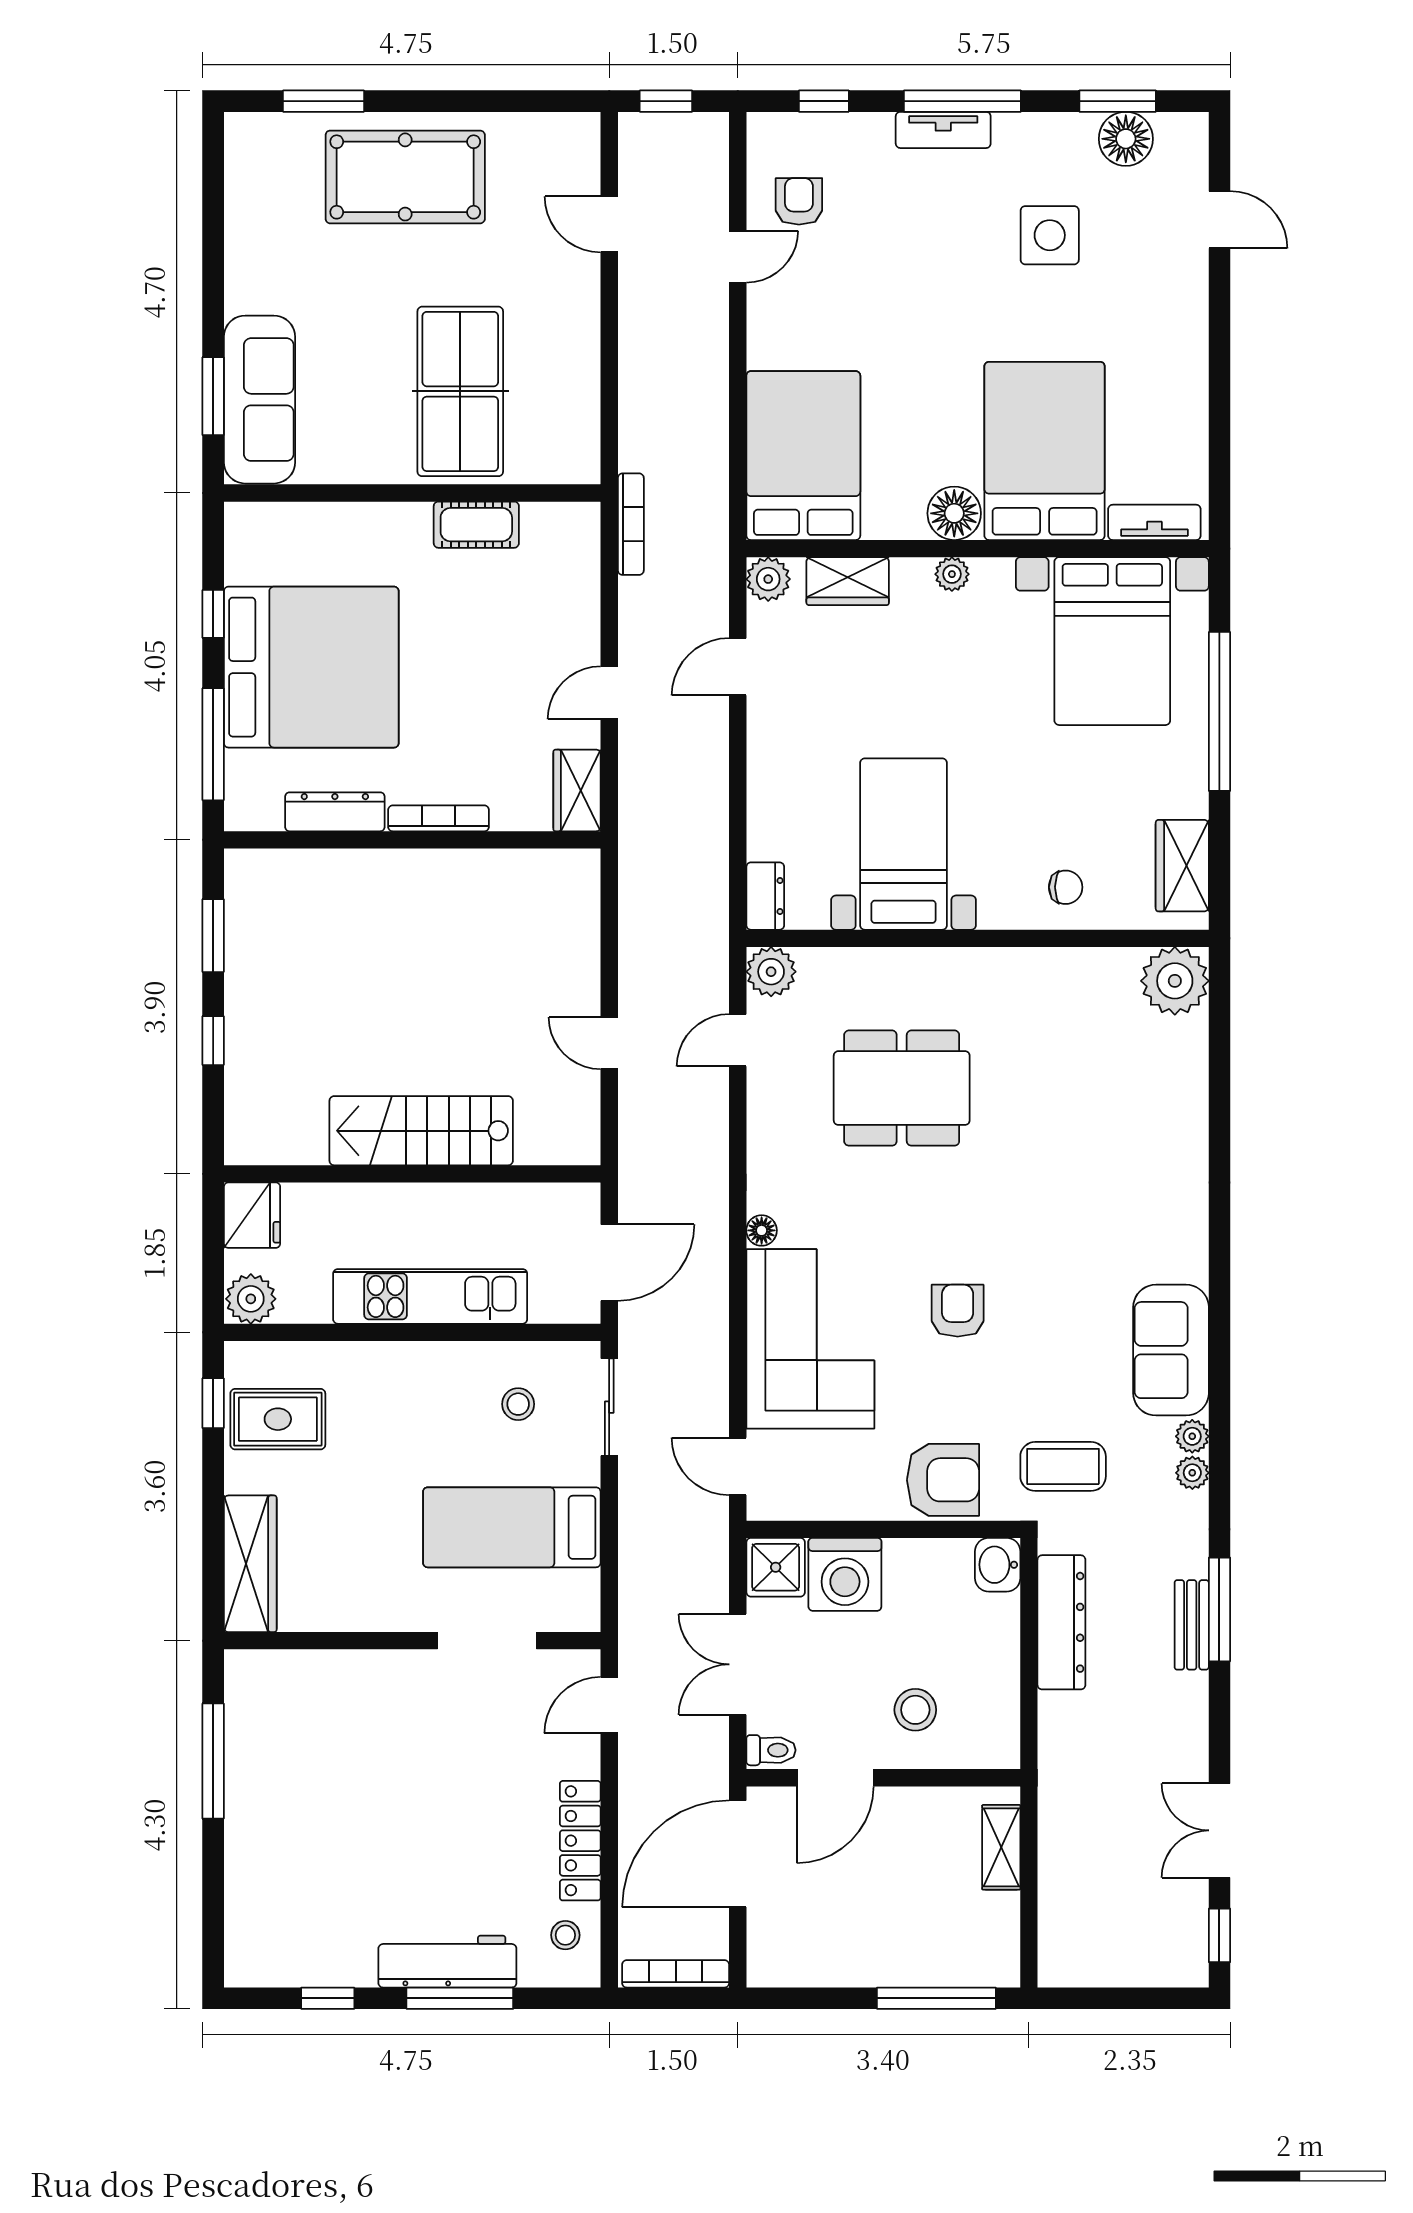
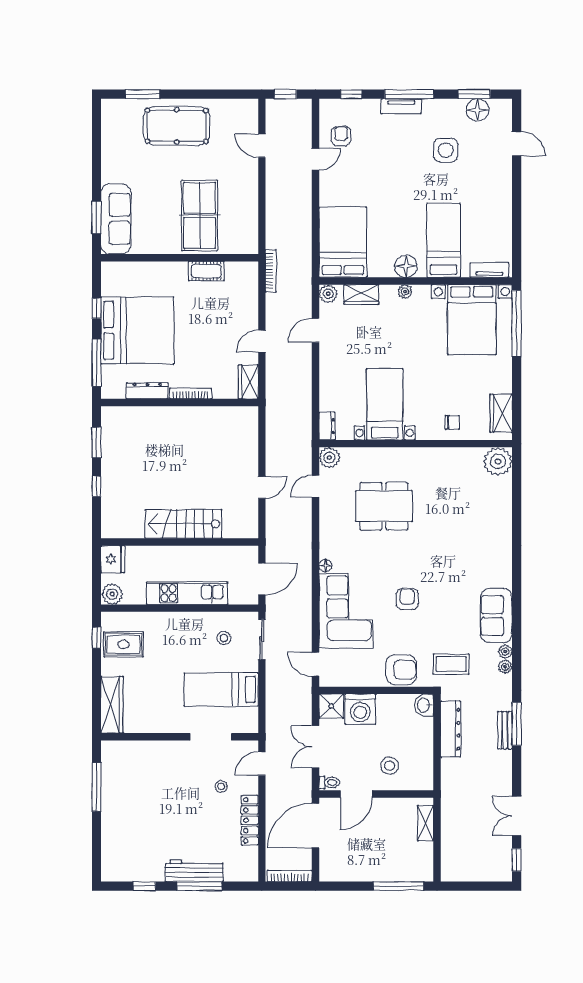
bed: (1045, 451) -> (444, 240), width x0.67
window: (1219, 711) -> (517, 324), moved
door: (609, 1043) -> (262, 487), swing flipped
stool: (565, 1935) -> (221, 787), moved

